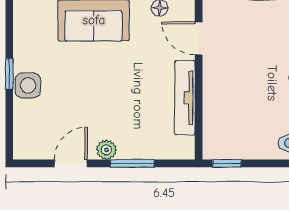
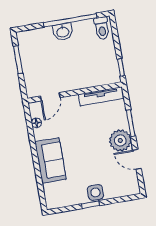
tv unit: (185, 98) -> (101, 96), moved
plant: (106, 150) -> (120, 141), width x1.87, depth x1.87

